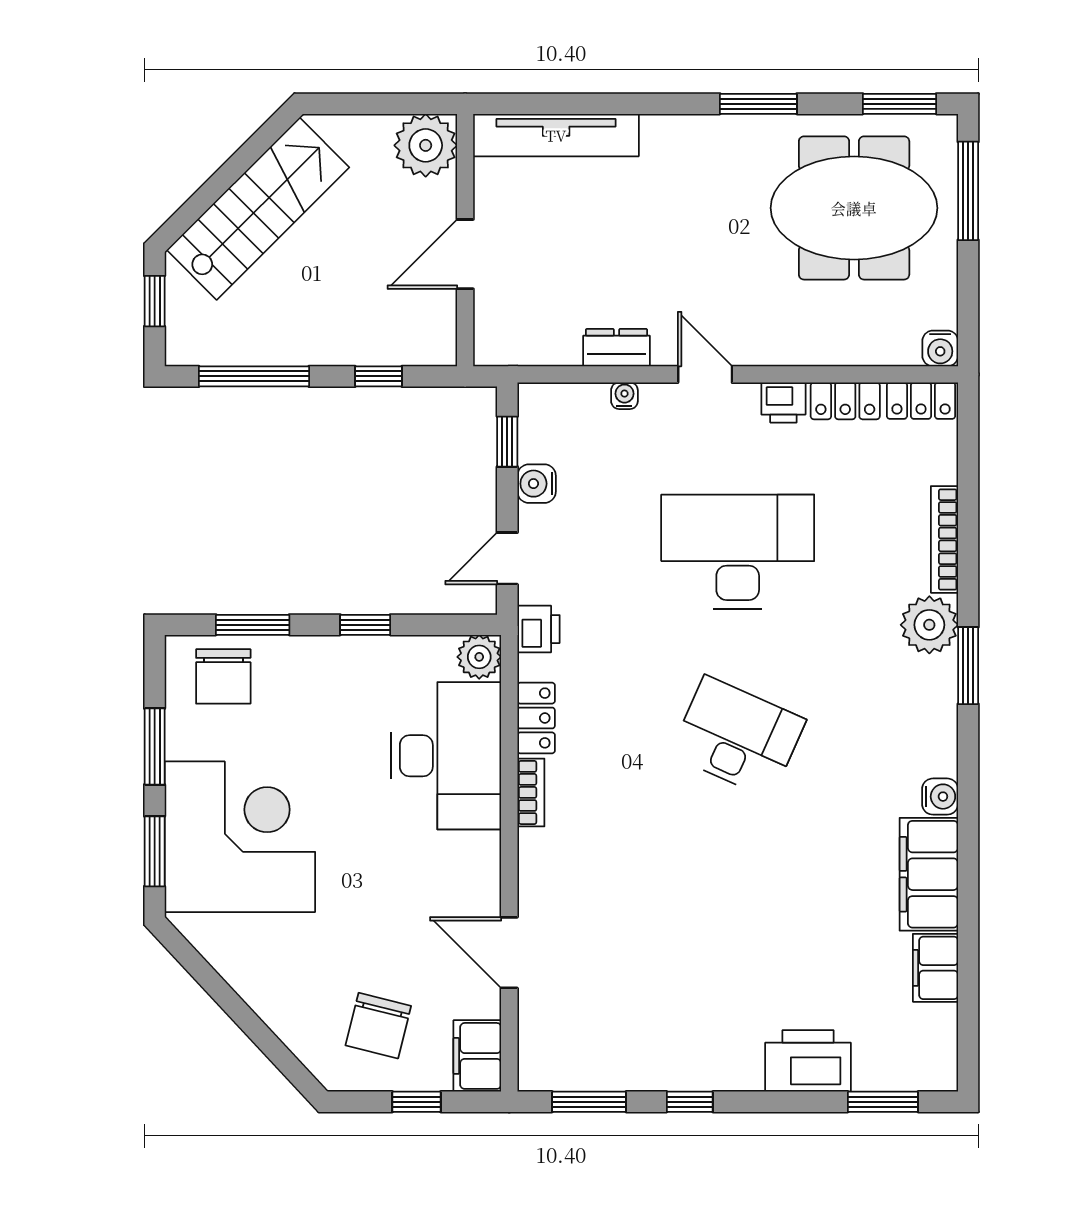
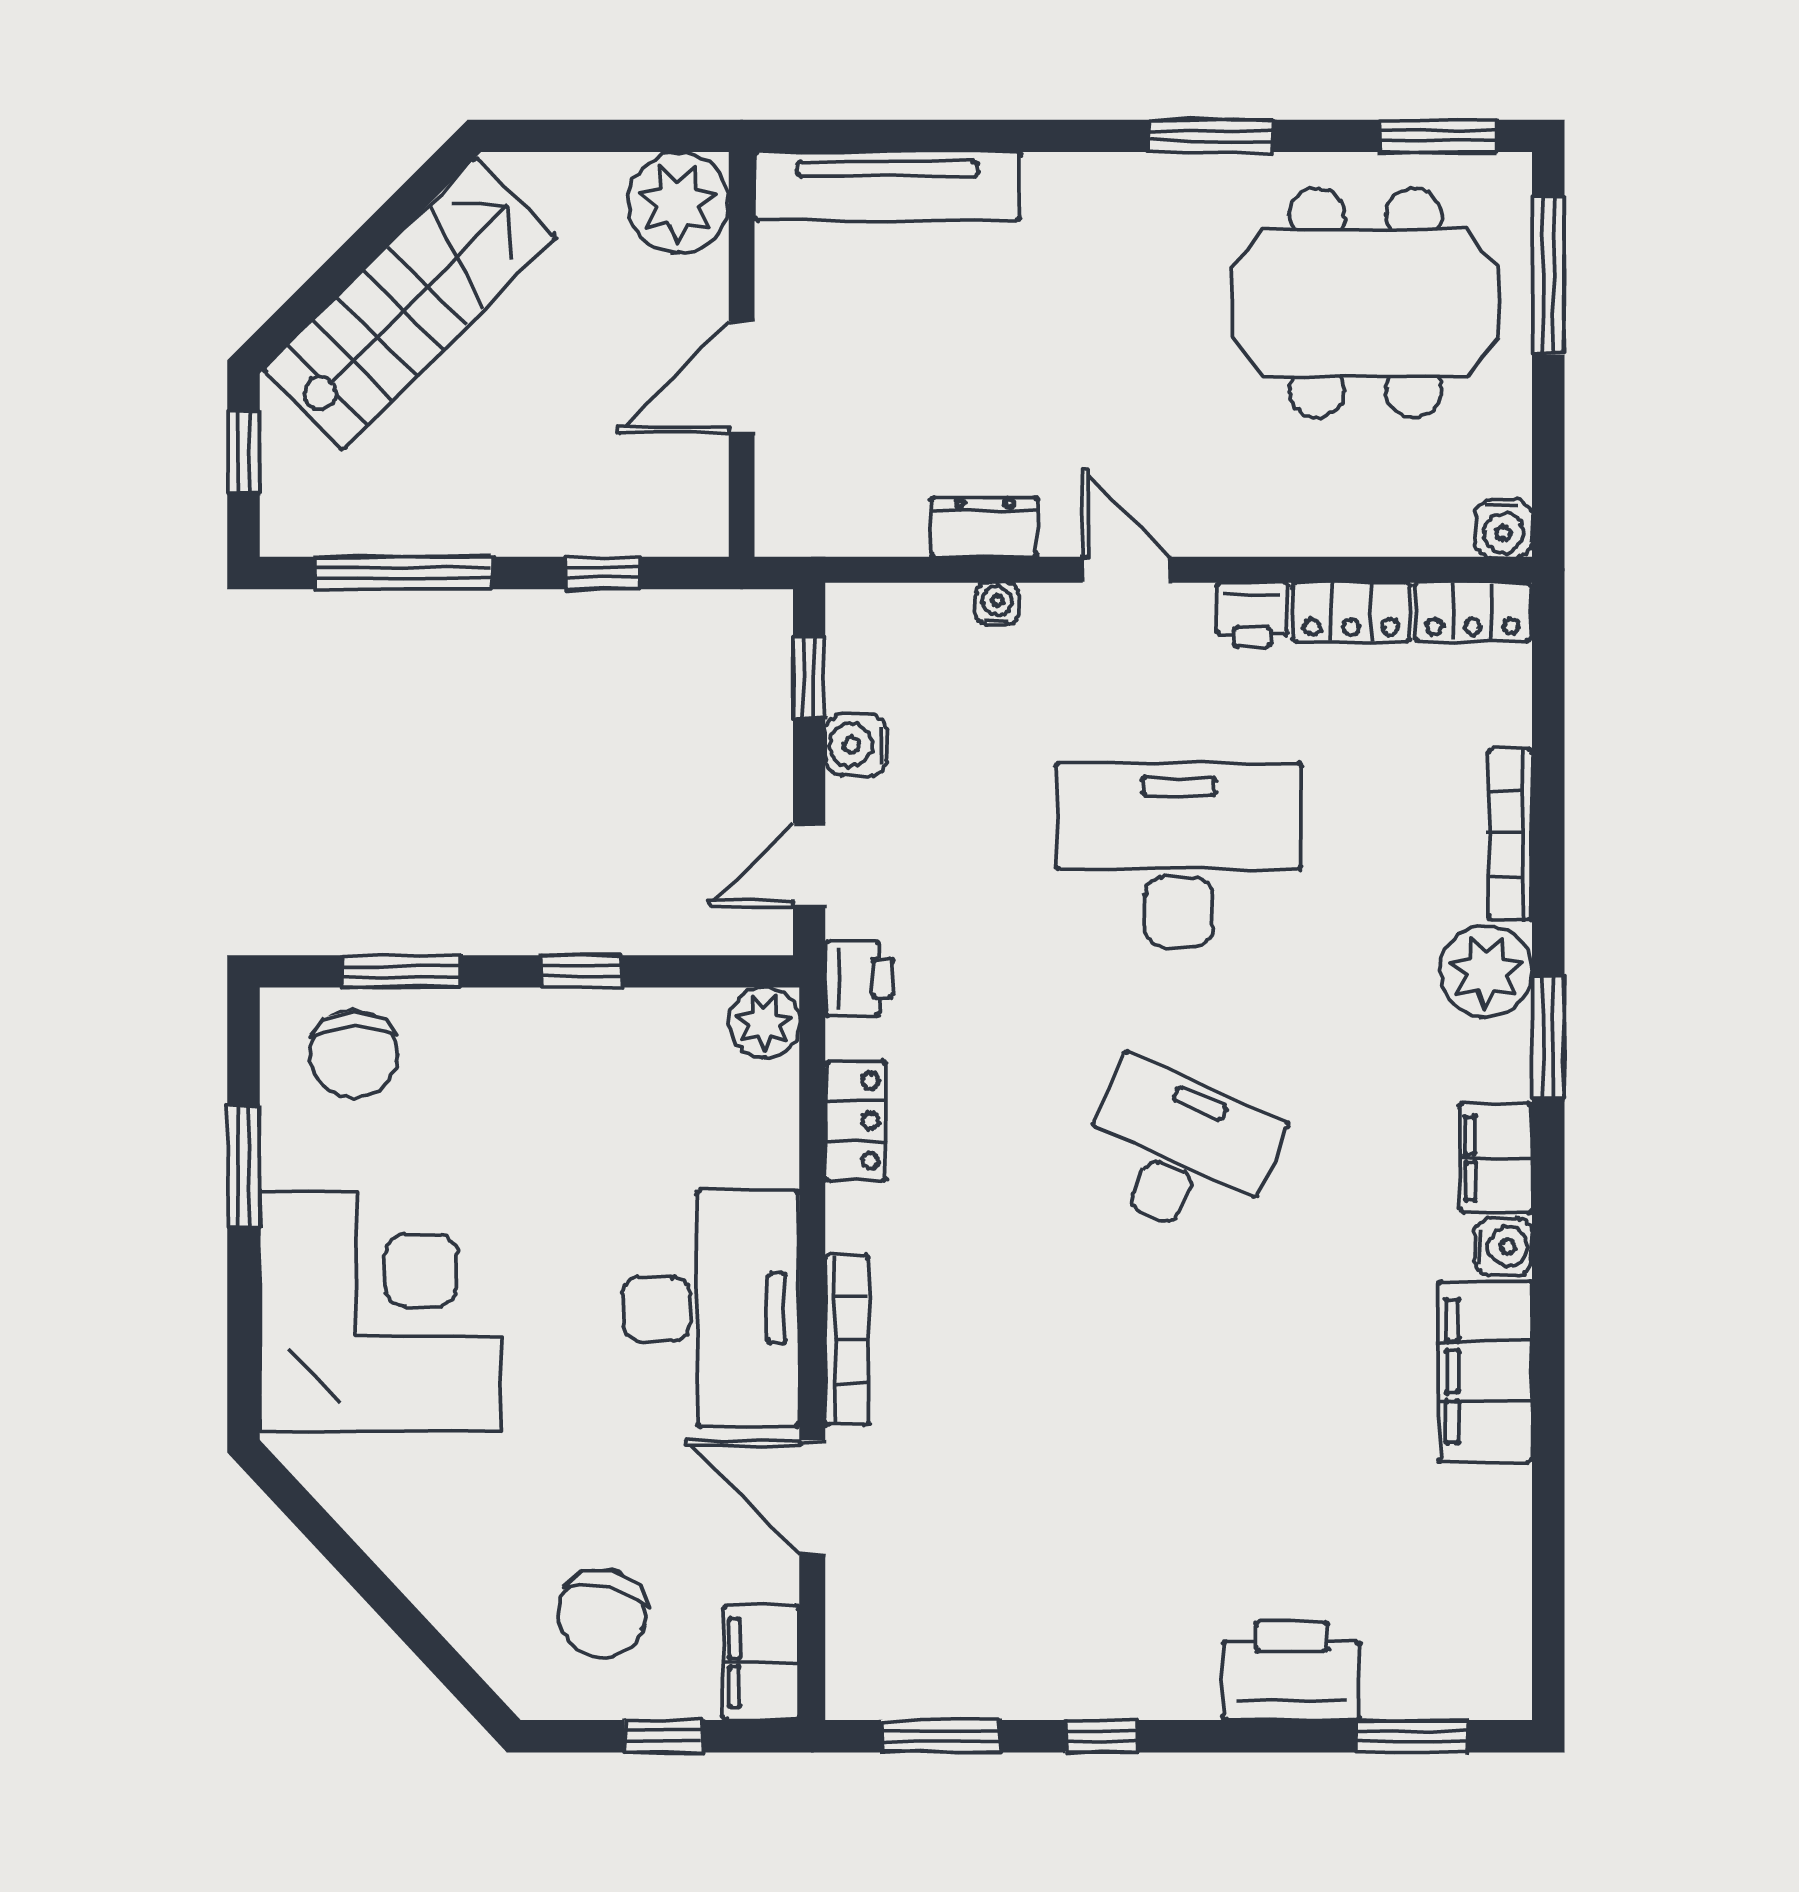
desk: (446, 756) -> (711, 1309), moved
bookcase: (531, 792) -> (847, 1340), moved, width x1.56
window: (155, 851) -> (244, 1335), removed
filing cabinet: (935, 968) -> (1496, 1158), moved

